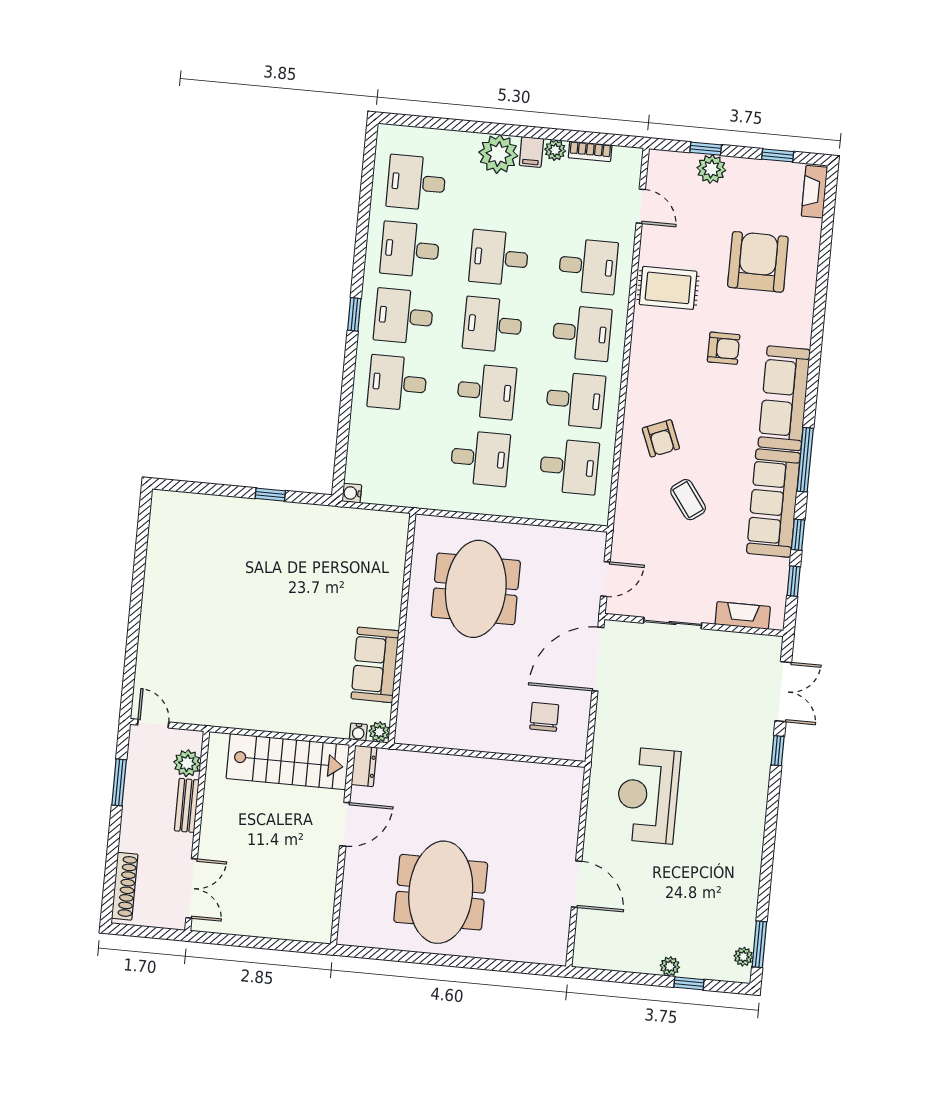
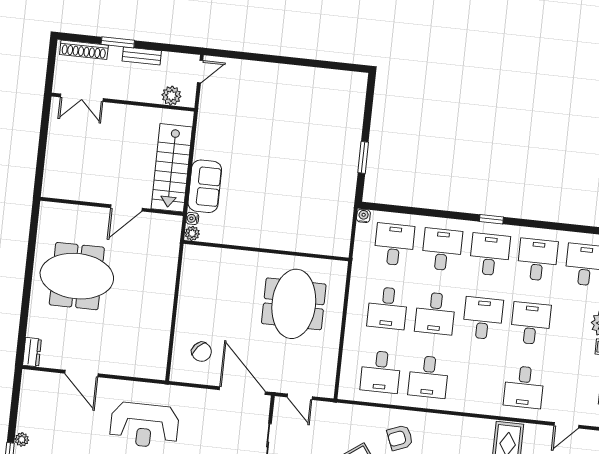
desk: (582, 333) -> (394, 244), moved, turned 180
window: (270, 495) -> (363, 157), width x1.50
meeting table: (476, 589) -> (294, 304), turned 90
sofa: (375, 665) -> (205, 186), moved, turned 90
chair: (544, 717) -> (202, 352), turned 42
dresser: (364, 766) -> (32, 352), moved, turned -90
window: (119, 782) -> (118, 42), moved
reception desk: (648, 795) -> (144, 425), turned 180
bench: (187, 805) -> (142, 56), moved
door: (345, 824) -> (126, 208), hinge flipped
door: (577, 884) -> (81, 373), hinge flipped

